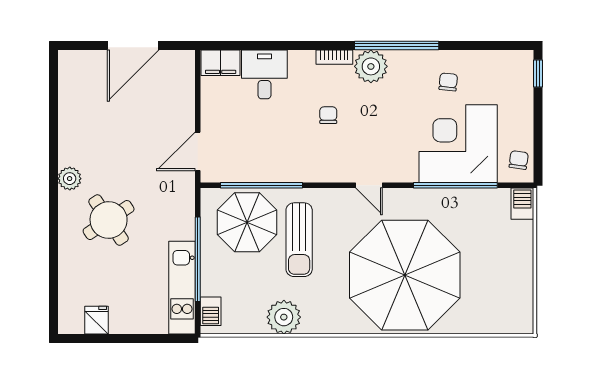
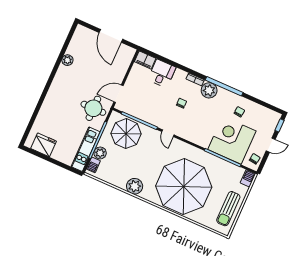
door: (133, 45) -> (111, 36), hinge flipped
door: (538, 119) -> (271, 145), added
plant: (70, 179) -> (67, 60), moved
door: (369, 185) -> (168, 133), moved
round table: (109, 220) -> (93, 108), moved, turned 34
sun lounger: (299, 240) -> (228, 209), moved
plant: (213, 282) -> (100, 153), added
plant: (284, 317) -> (135, 186), moved
fridge: (97, 320) -> (44, 145), width x1.88, depth x1.34

